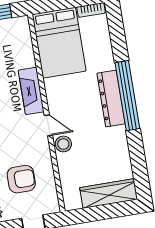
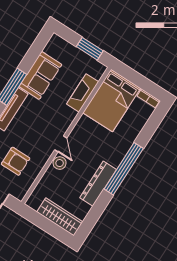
fireplace: (31, 91) -> (83, 93), moved
dresser: (111, 99) -> (98, 184), moved

